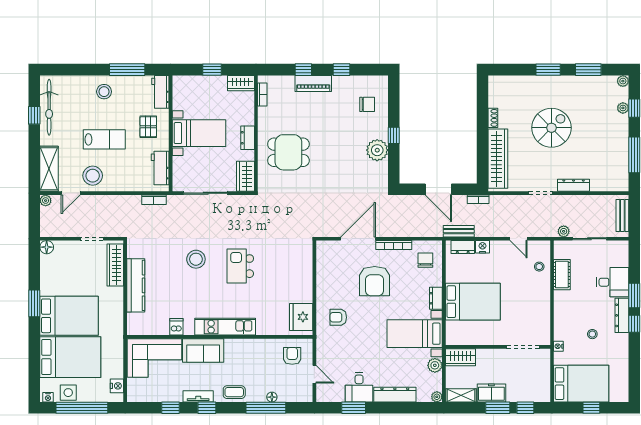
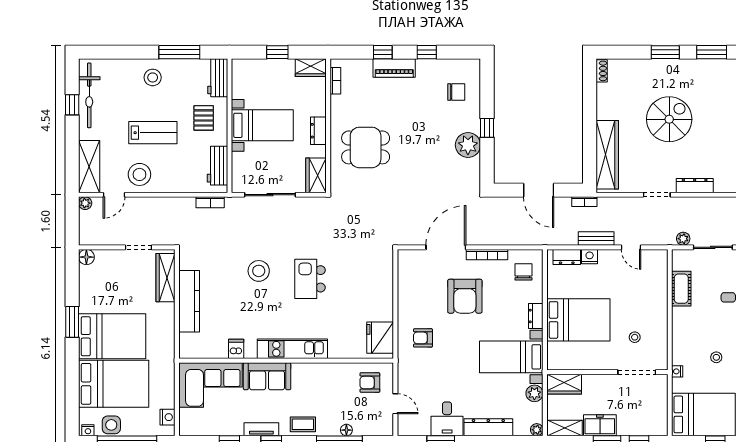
shoe rack: (493, 118) -> (602, 71), moved
bench: (459, 231) -> (596, 239), moved
stool: (539, 267) -> (635, 337), moved
armchair: (292, 356) -> (370, 383), turned -90

